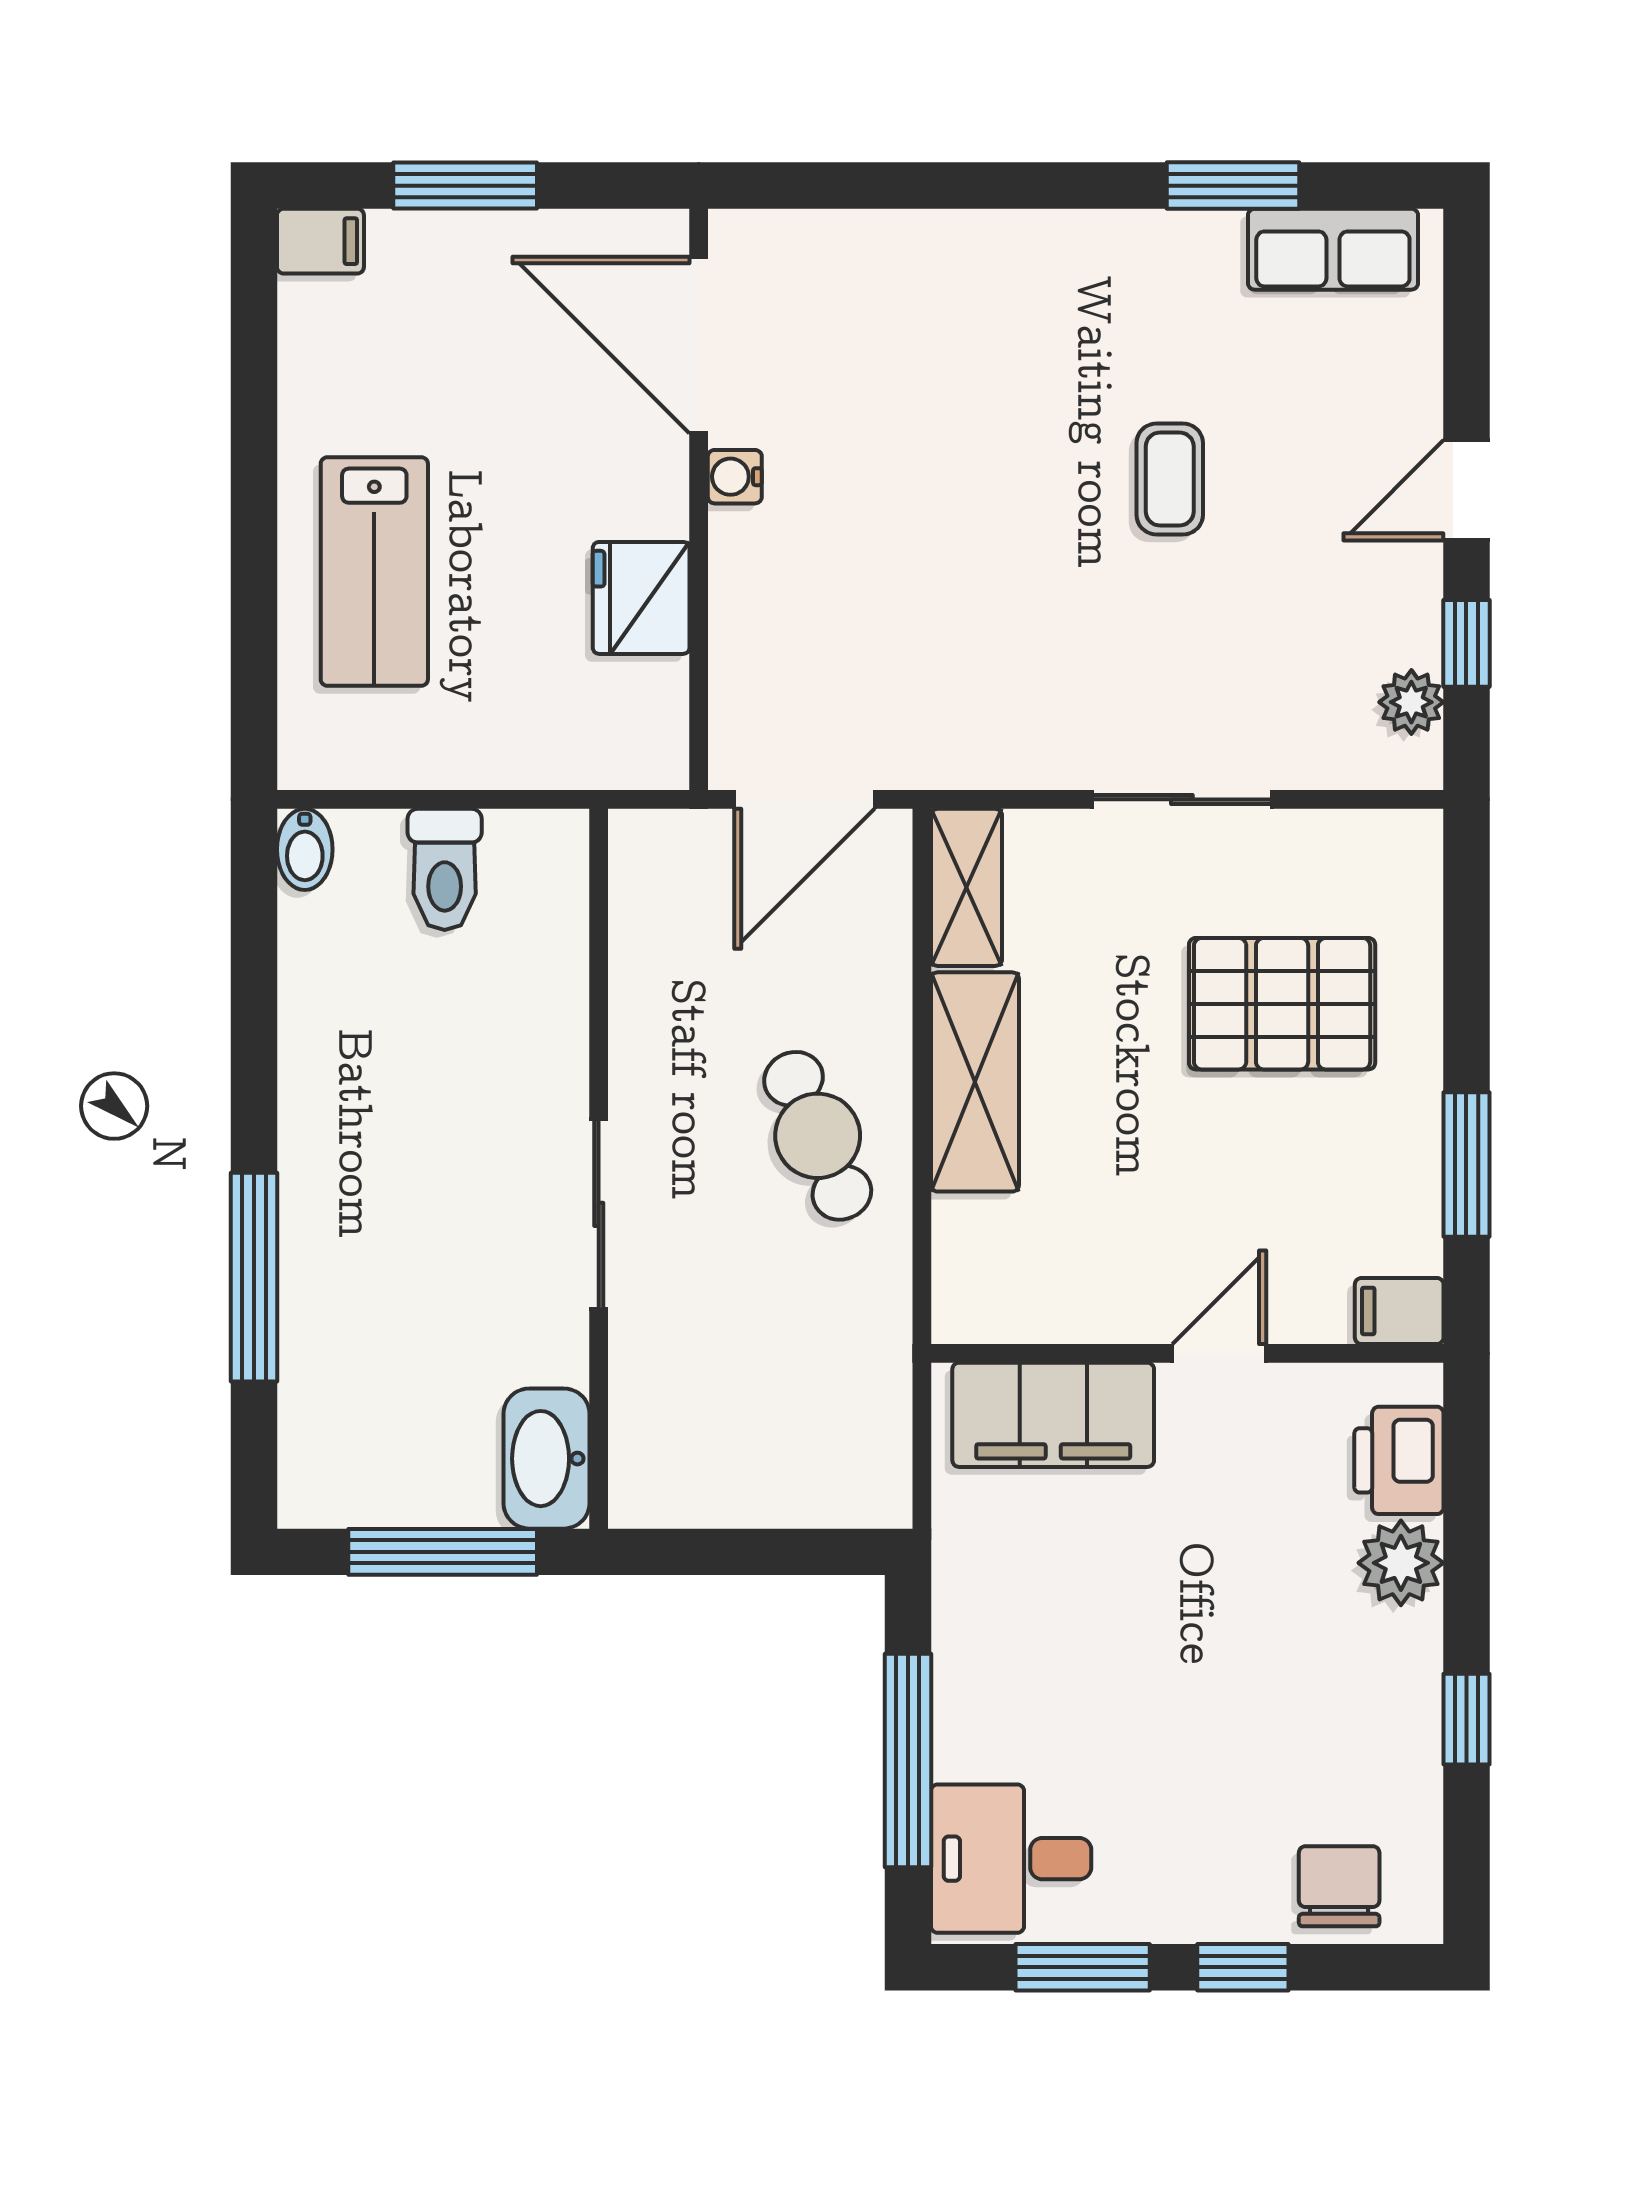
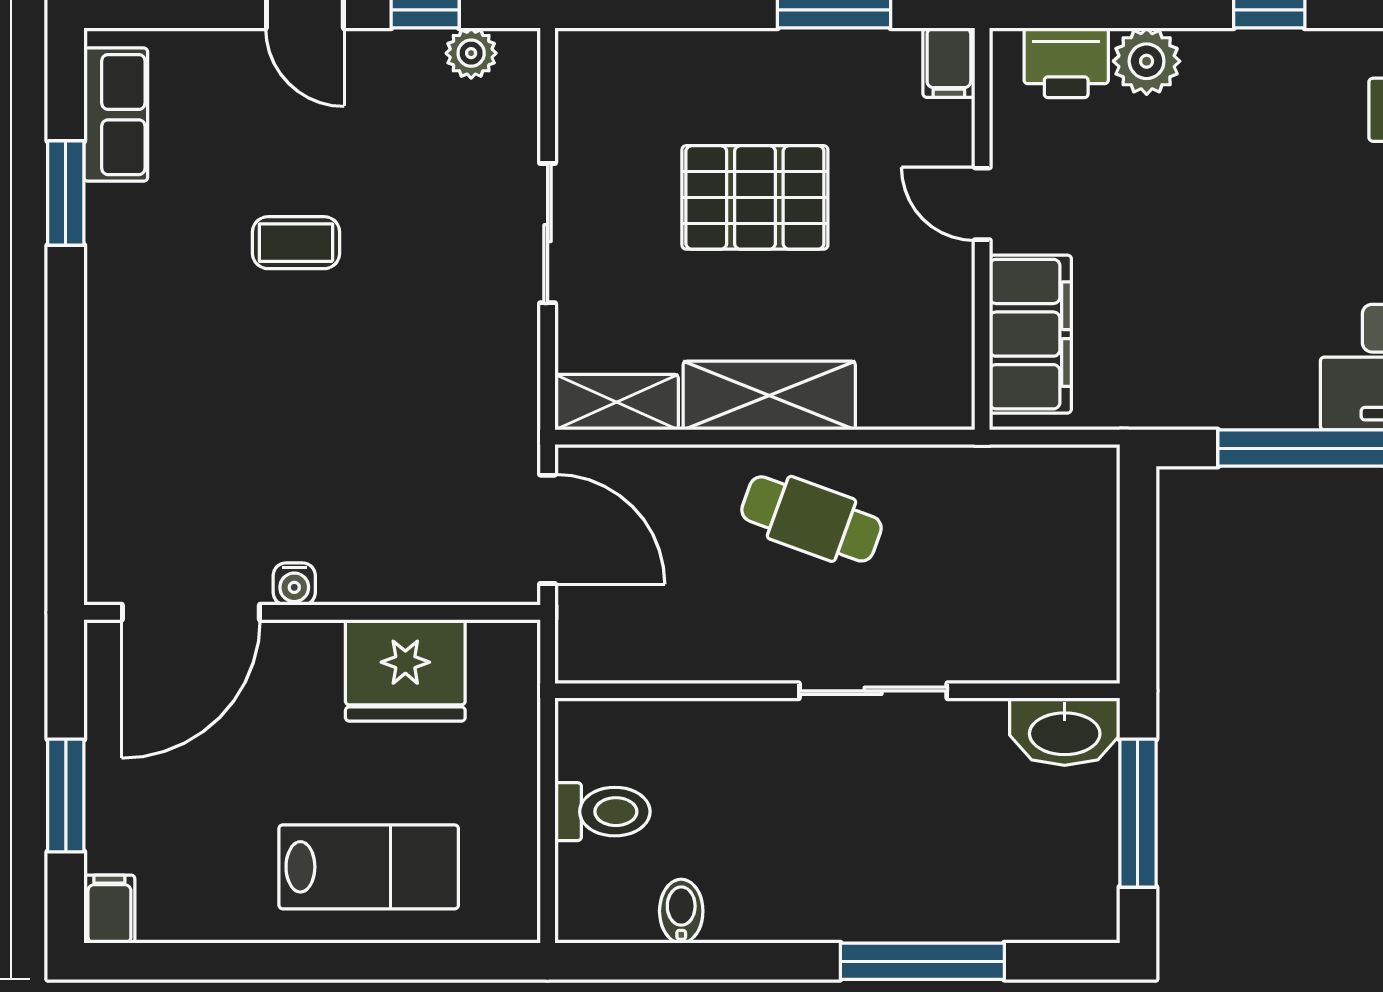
fridge: (641, 598) -> (405, 670), width x1.36, depth x1.34
bidet: (305, 849) -> (681, 911), moved, turned -90
pallet: (1282, 1004) -> (755, 197), moved, turned 90
cafe table: (818, 1136) -> (811, 519), turned 43

